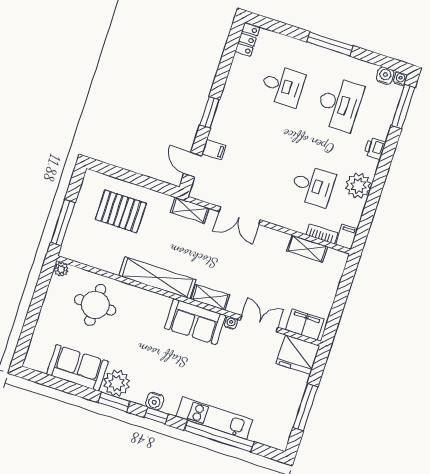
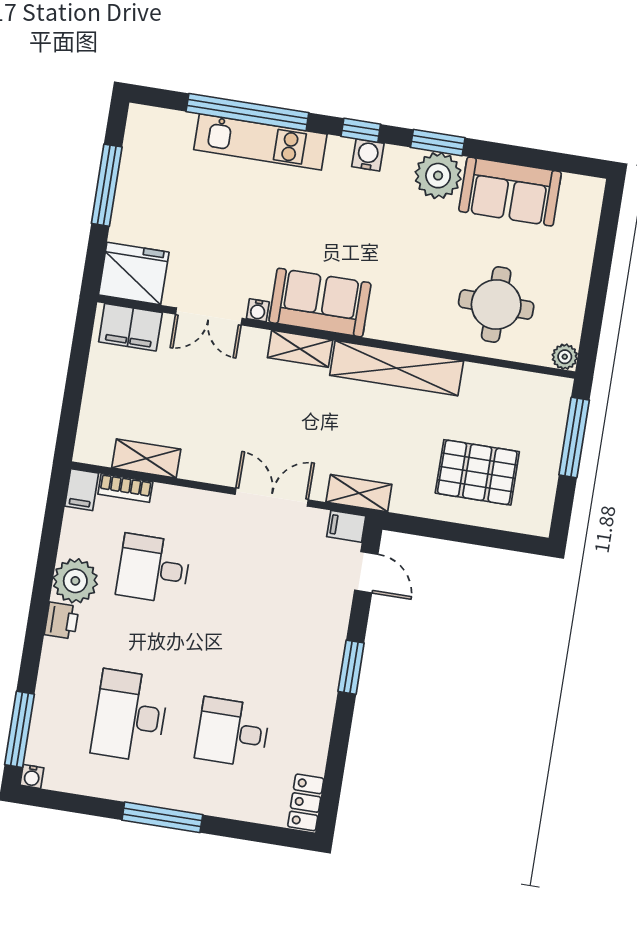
water cooler: (385, 76) -> (59, 777), removed
printer: (375, 148) -> (62, 621), moved
filing cabinet: (214, 150) -> (346, 526), moved

